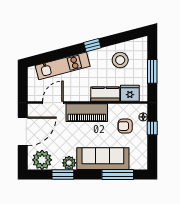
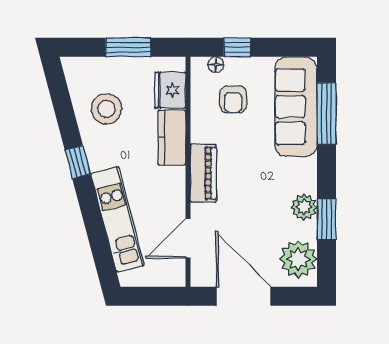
door: (53, 103) -> (188, 238), hinge flipped
piano: (87, 113) -> (203, 173), width x0.73, depth x0.75
sofa: (103, 159) -> (296, 107), moved

